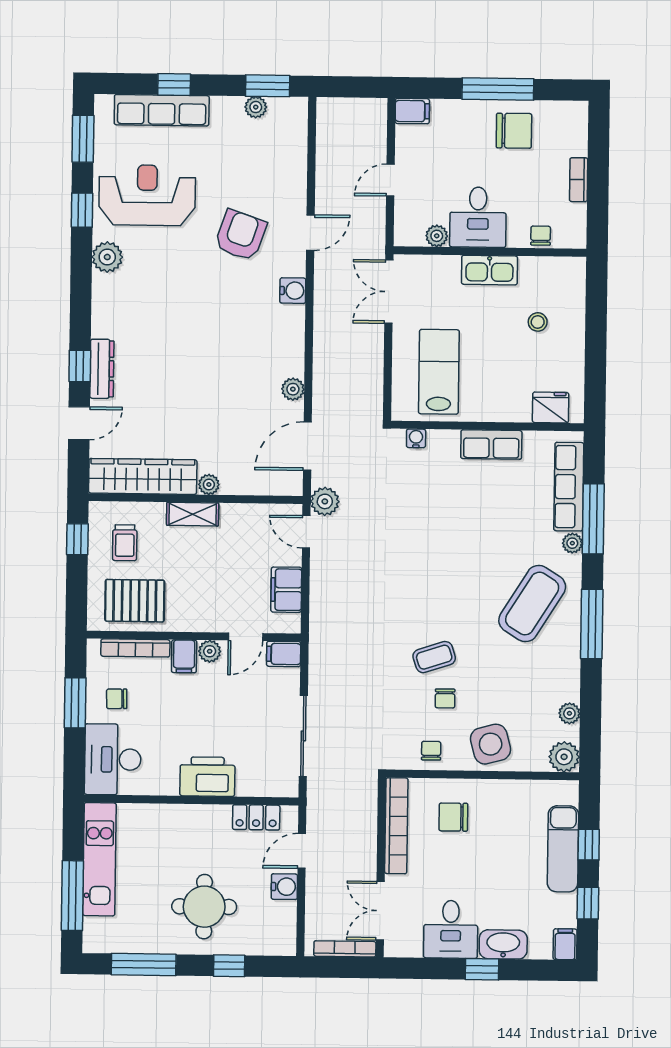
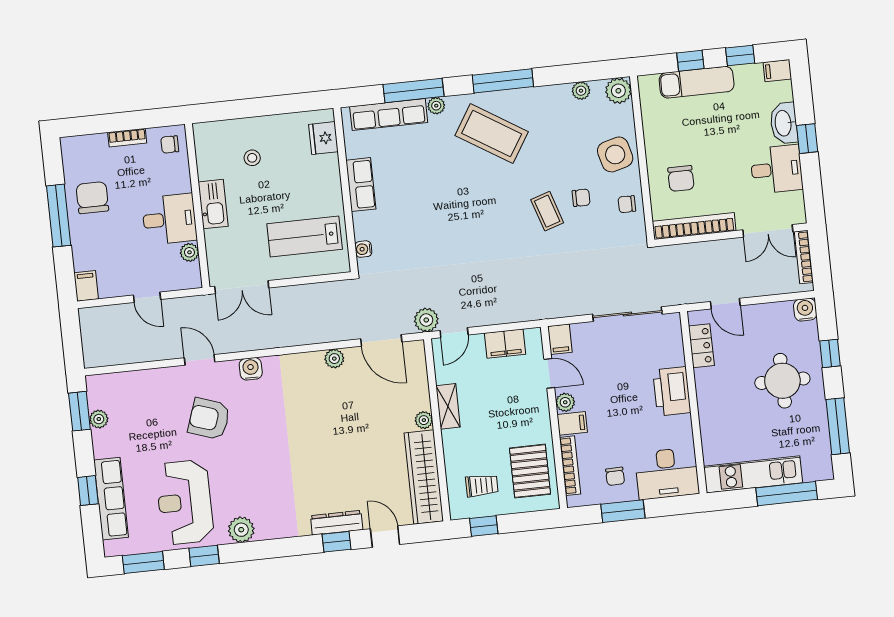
chair: (541, 236) -> (170, 144), moved
shelving: (193, 514) -> (448, 406), moved
water cooler: (284, 887) -> (805, 310), moved

